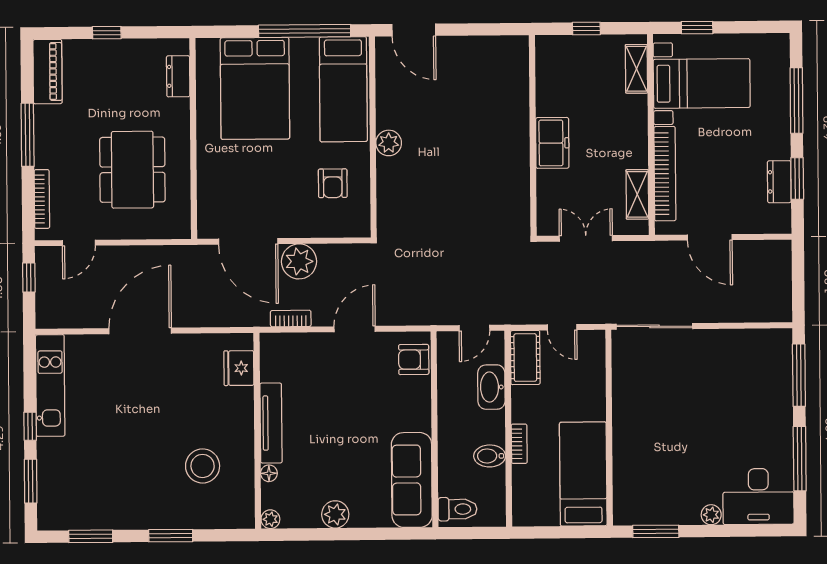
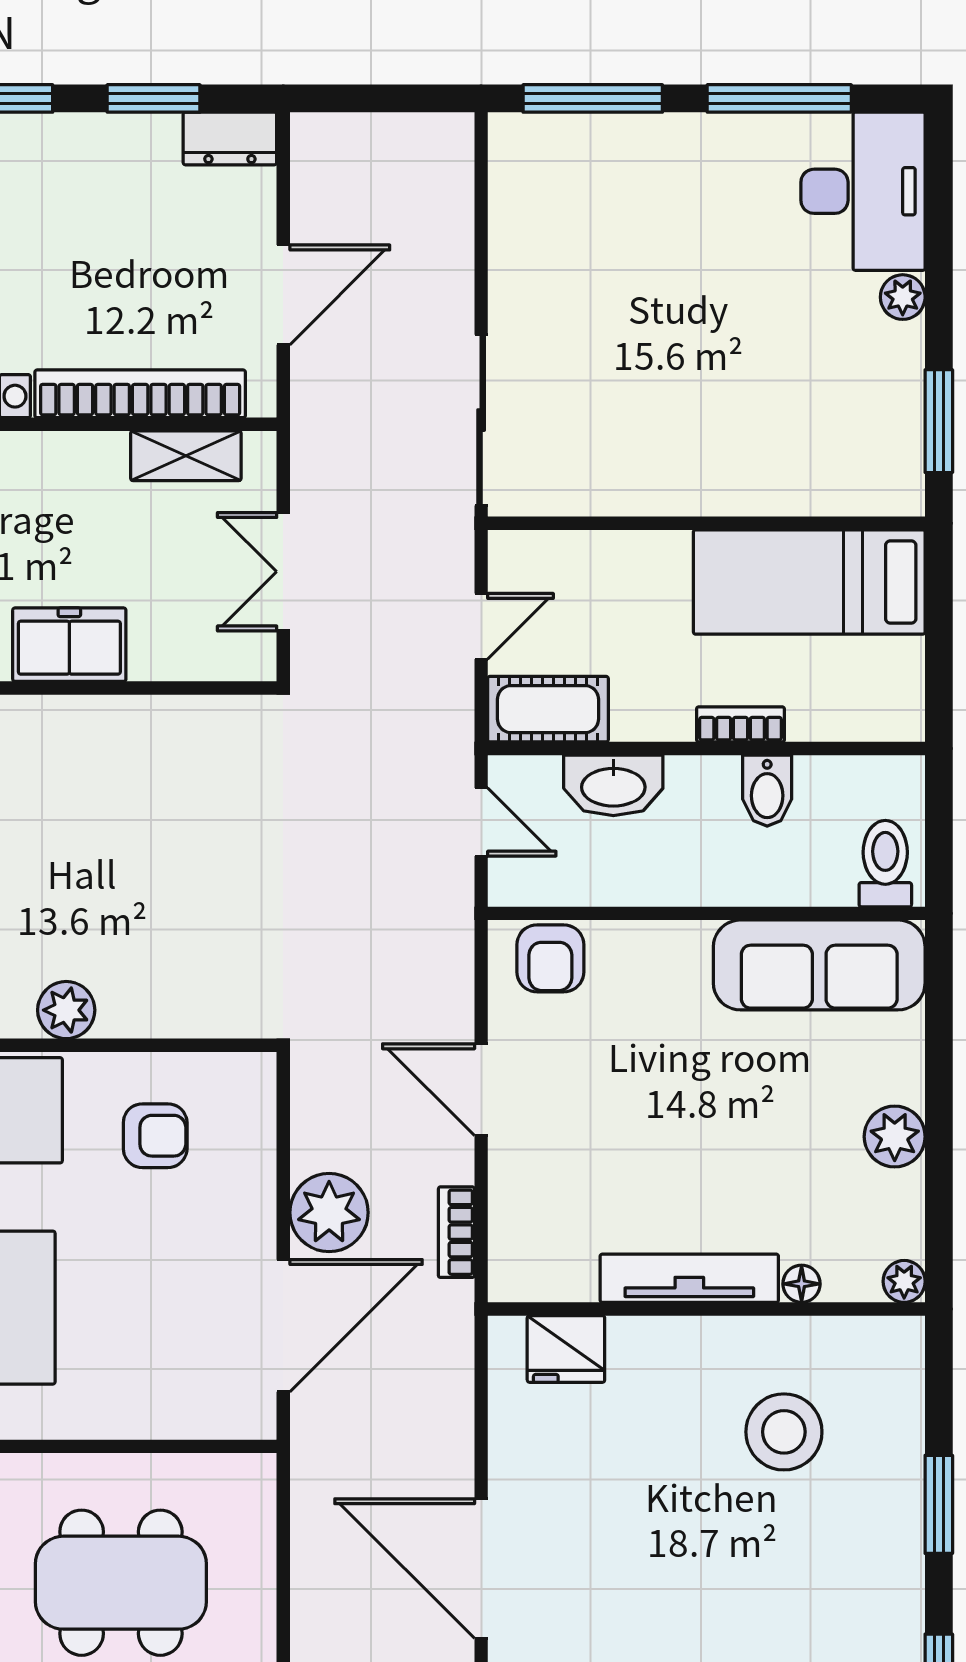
dresser: (779, 182) -> (230, 139), moved

